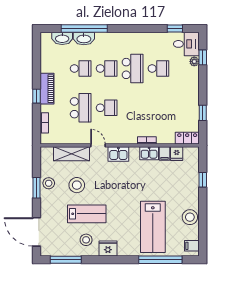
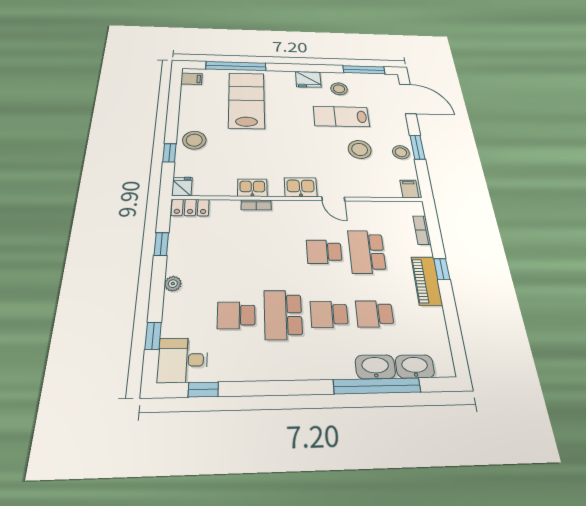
plant: (194, 61) -> (173, 284), moved
filing cabinet: (165, 153) -> (409, 189), moved
shelving: (71, 154) -> (373, 188), removed
fridge: (177, 154) -> (182, 186), moved
stool: (190, 217) -> (194, 140), moved

